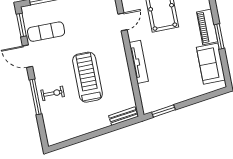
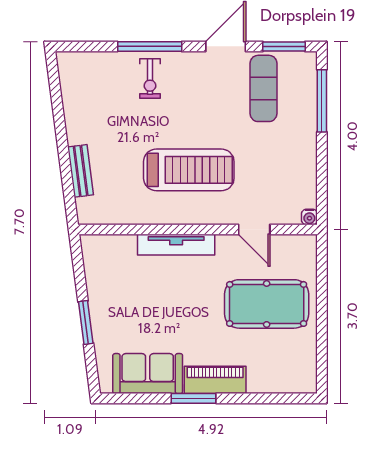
treadmill: (87, 77) -> (189, 170), moved
window: (164, 111) -> (86, 323), moved
bench: (123, 116) -> (81, 171), moved

